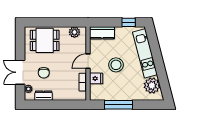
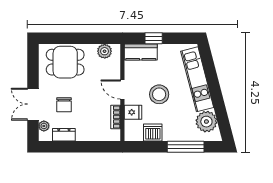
window: (129, 22) -> (154, 38), moved
door: (88, 61) -> (122, 89), hinge flipped
dishwasher: (111, 94) -> (153, 133), added
window: (118, 105) -> (186, 147), moved

